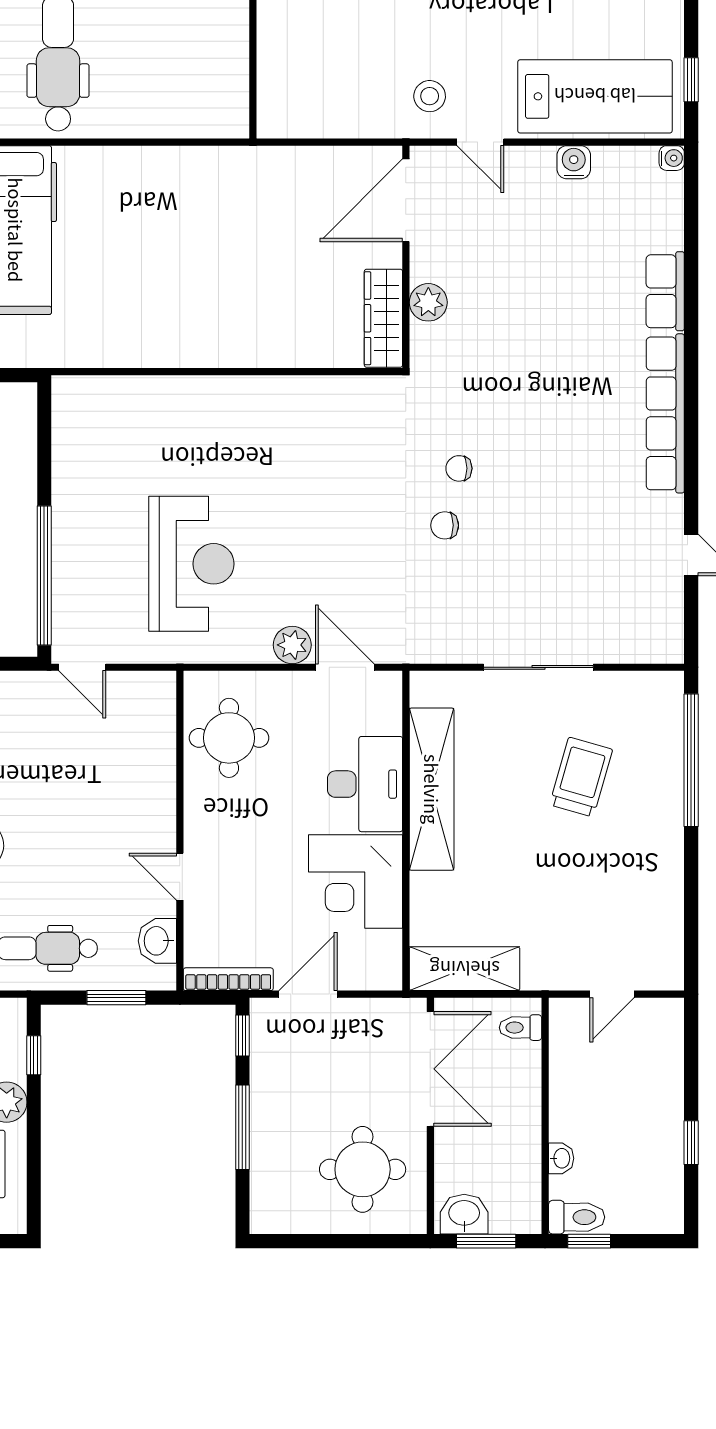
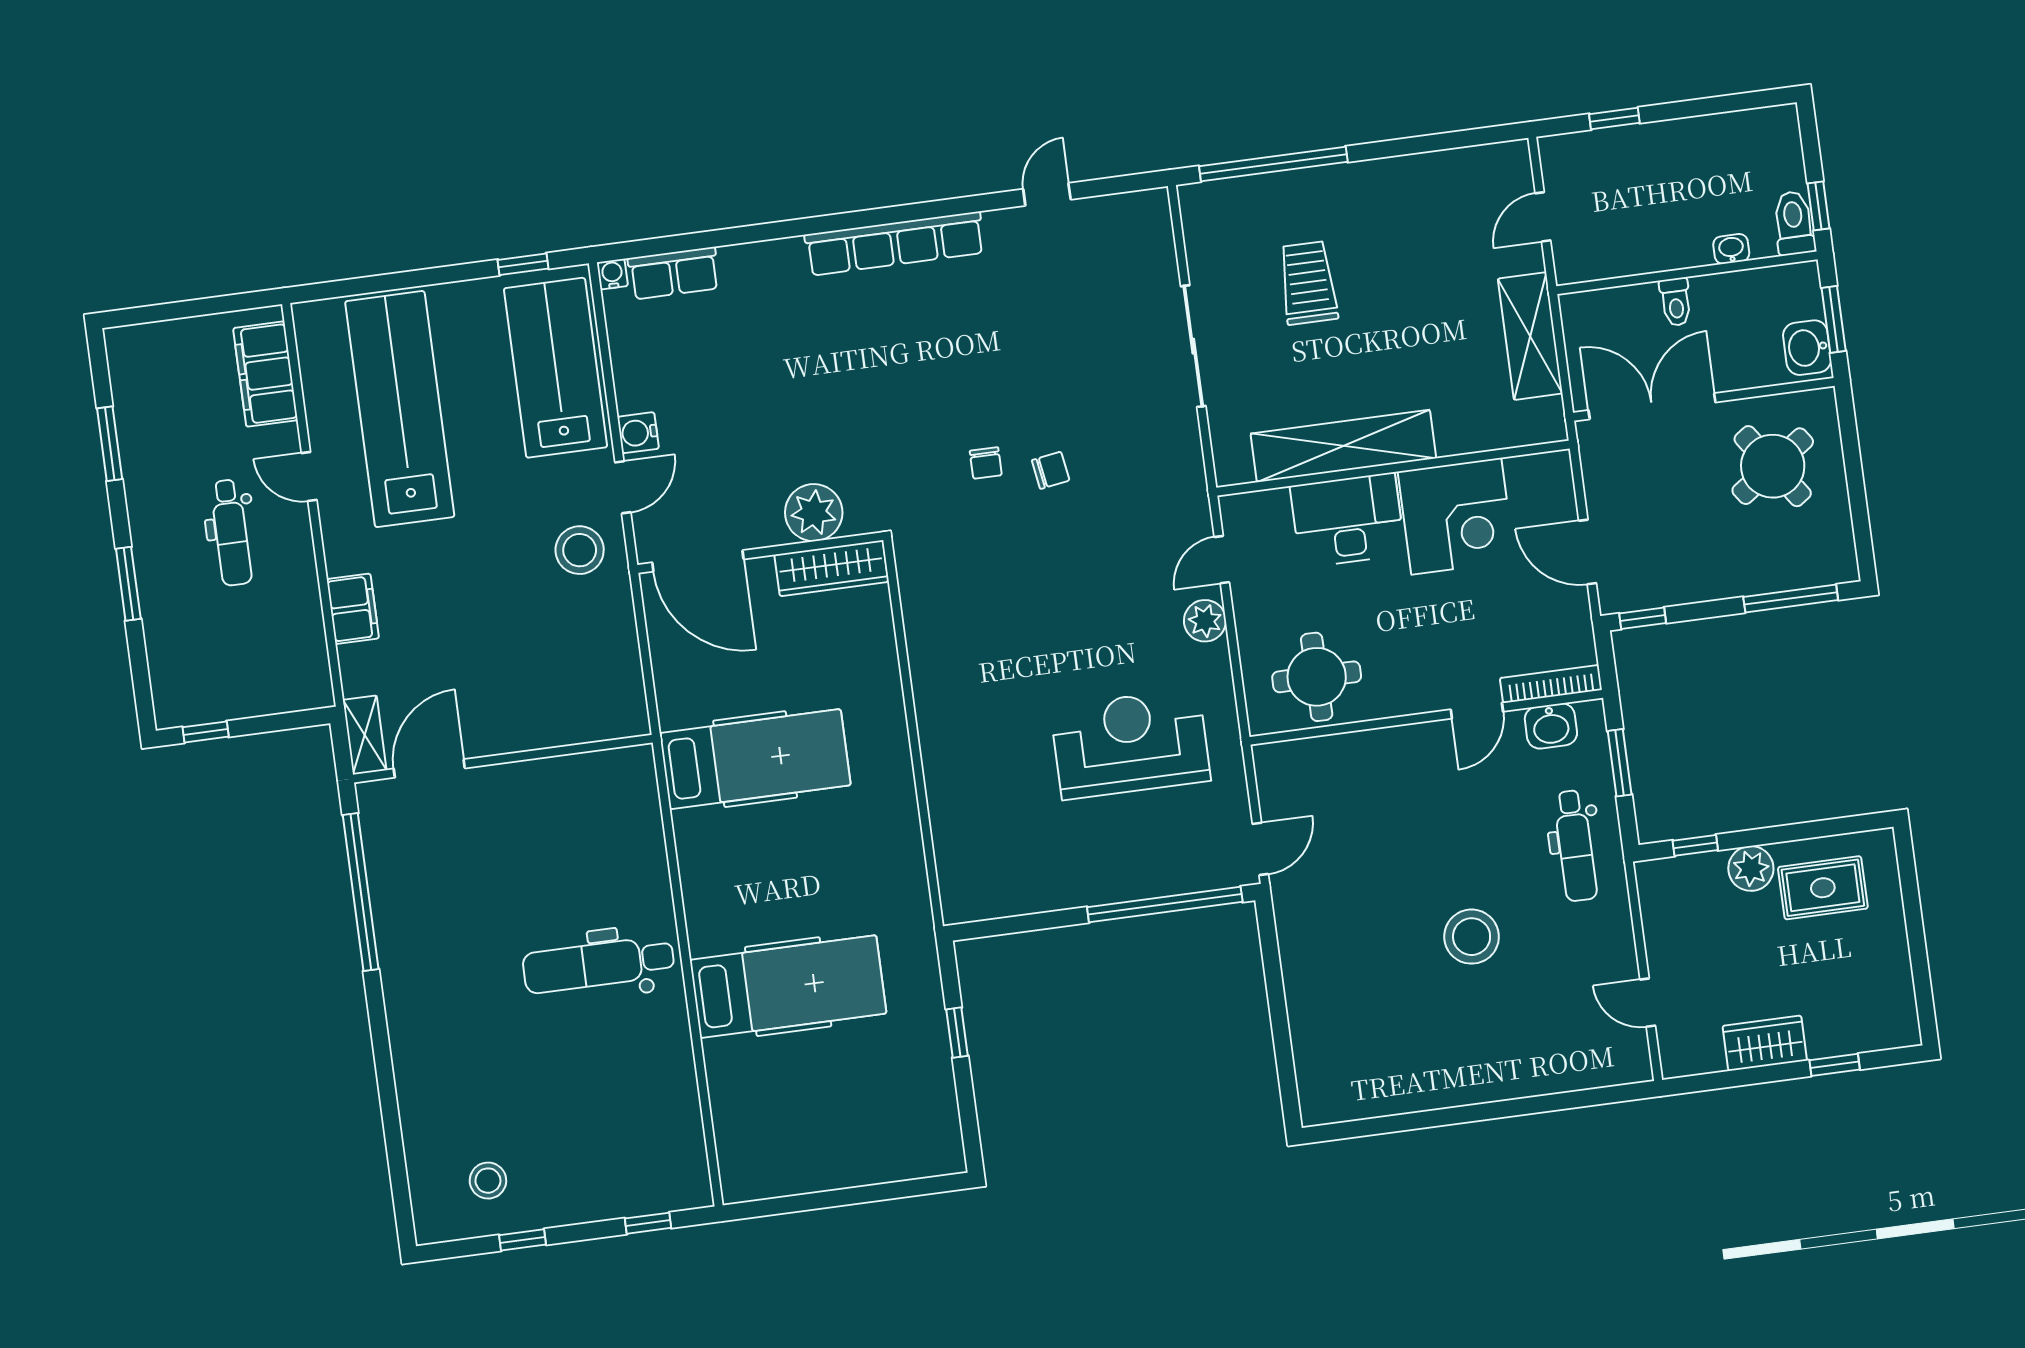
stool: (430, 96) -> (580, 550), width x1.38, depth x1.38
water cooler: (574, 162) -> (638, 433), moved
hospital bed: (222, 228) -> (755, 759), added
row of seats: (665, 291) -> (674, 273), moved
plant: (428, 302) -> (814, 513), width x1.36, depth x1.36
chair: (445, 525) -> (1051, 470), turned -99
door: (345, 667) -> (1222, 560), width x0.73
trolley: (581, 777) -> (1308, 283), turned 74
shelving: (465, 969) -> (1530, 336), moved
bookcase: (228, 979) -> (1551, 684), moved, turned 90
door: (612, 994) -> (1543, 217), swing flipped
toilet: (520, 1028) -> (1676, 302), moved
window: (242, 1127) -> (1791, 598), moved
window: (691, 1143) -> (1614, 119), moved
round table: (363, 1169) -> (1773, 466), turned -35

